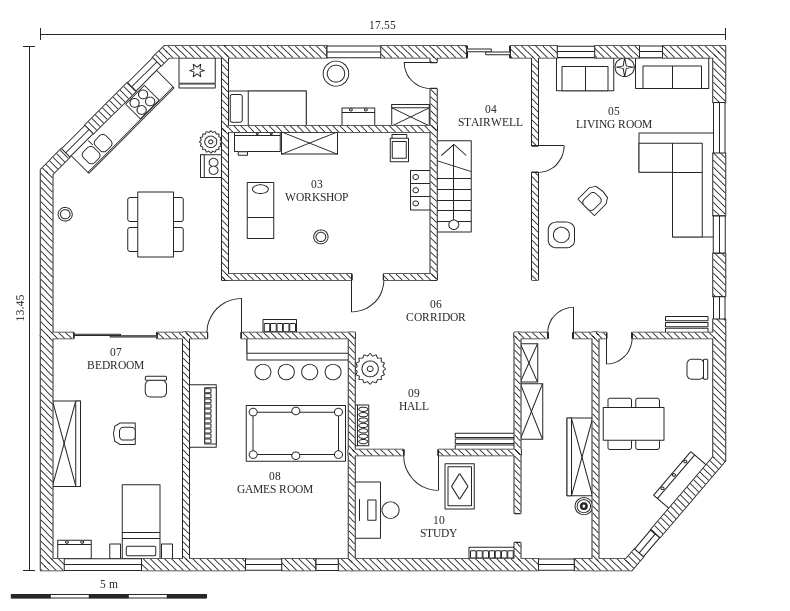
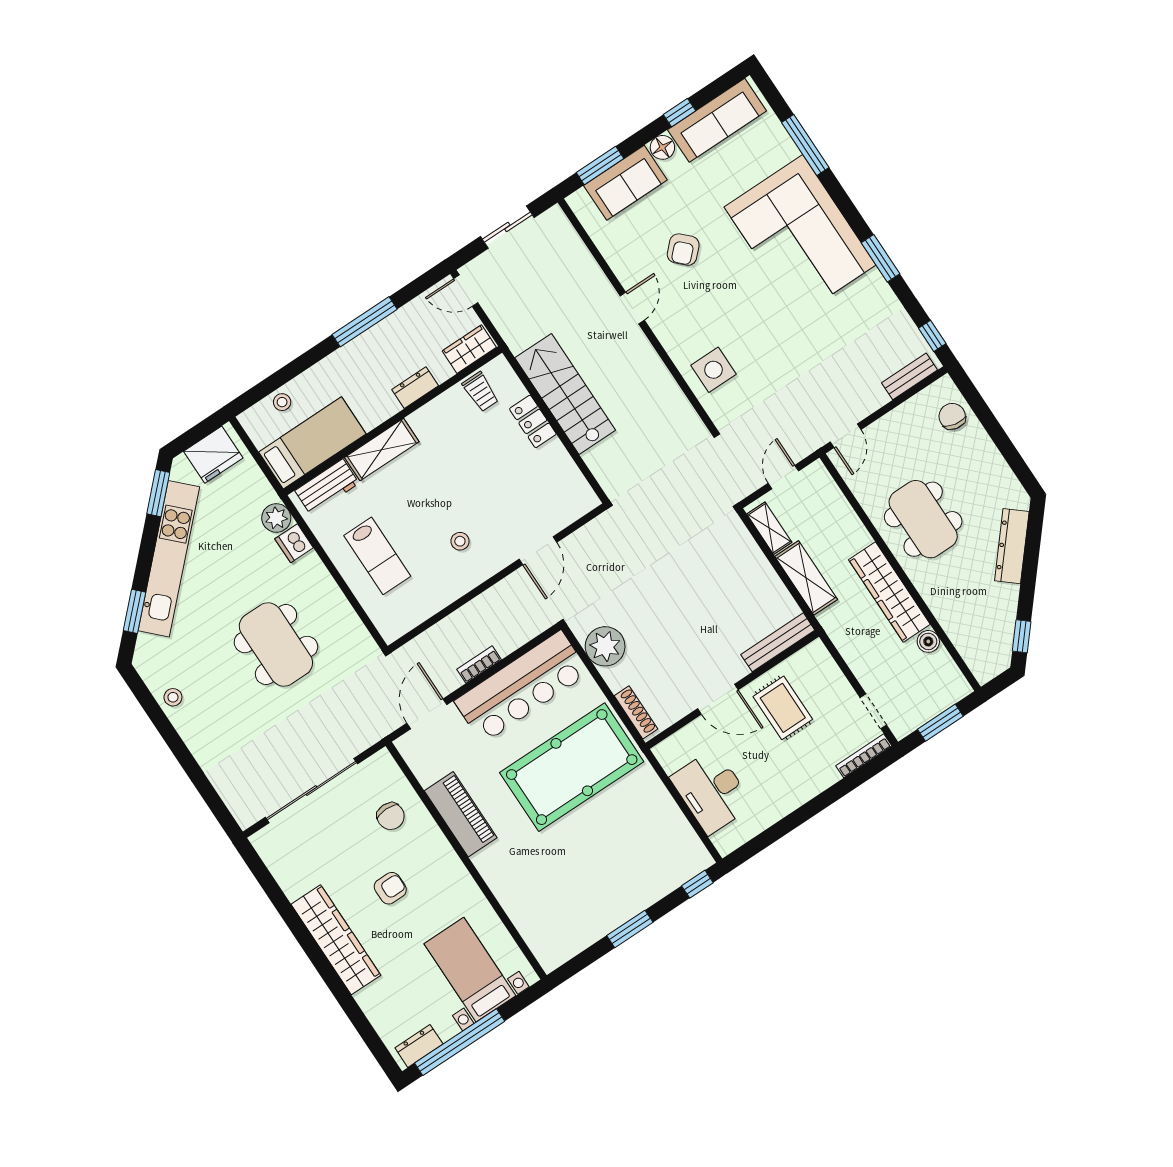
stool: (336, 74) -> (282, 402), moved, width x0.53, depth x0.53
armchair: (594, 199) -> (683, 250), moved
chair: (697, 369) -> (952, 416), turned 101
dining table: (634, 424) -> (923, 519), turned 90

